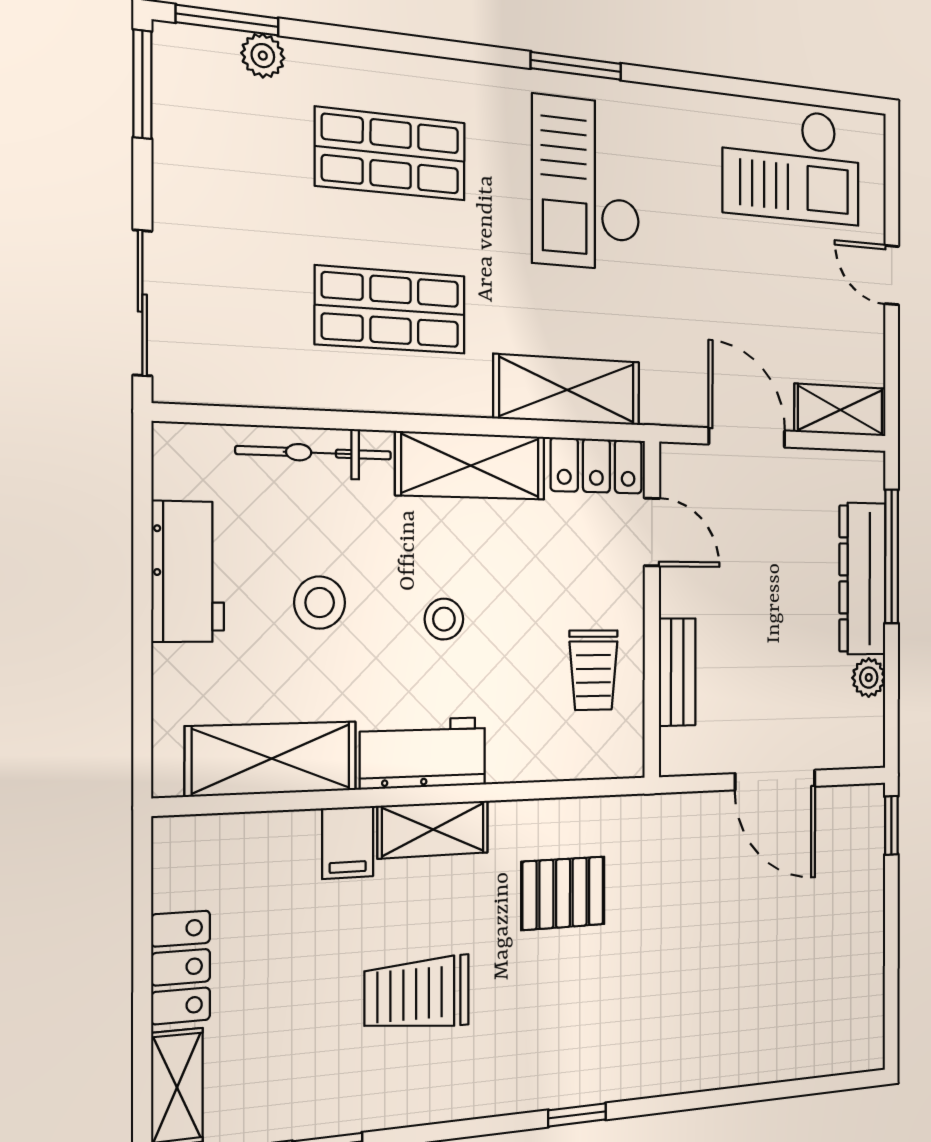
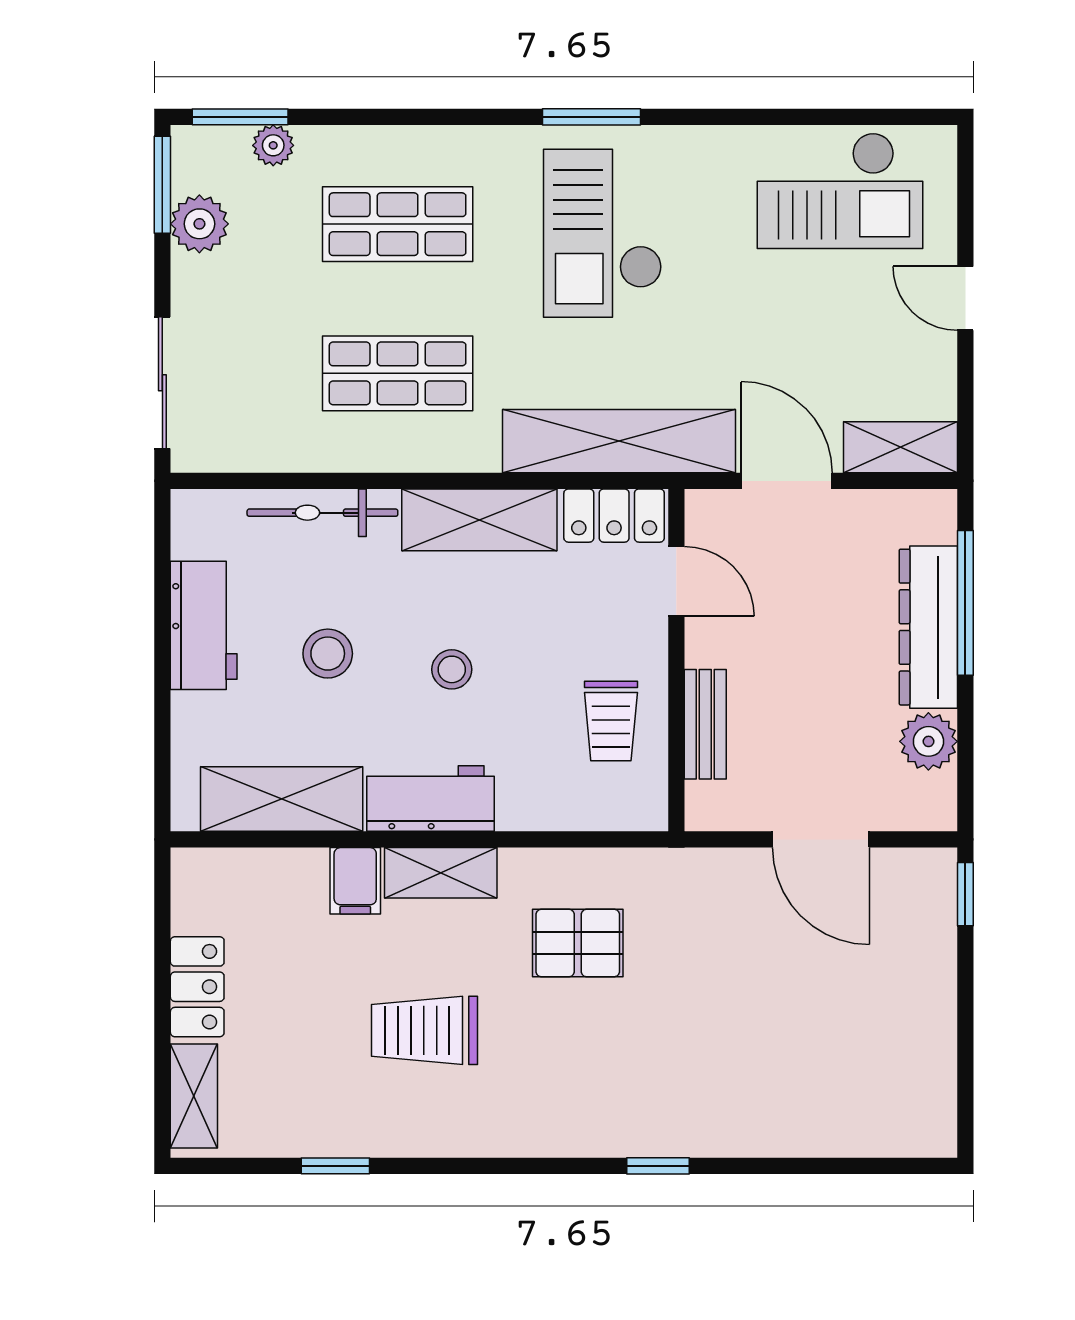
plant: (183, 132) -> (199, 224), added
shelving: (567, 390) -> (619, 441), width x1.47
plant: (869, 678) -> (928, 741), width x1.38, depth x1.38
window: (577, 1115) -> (658, 1166), moved

